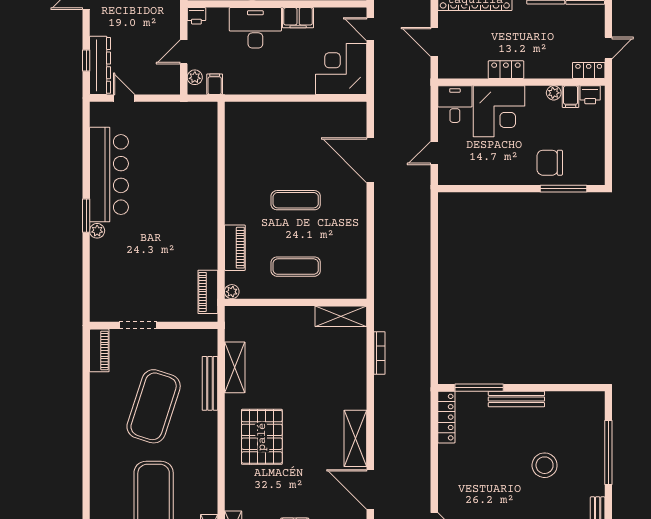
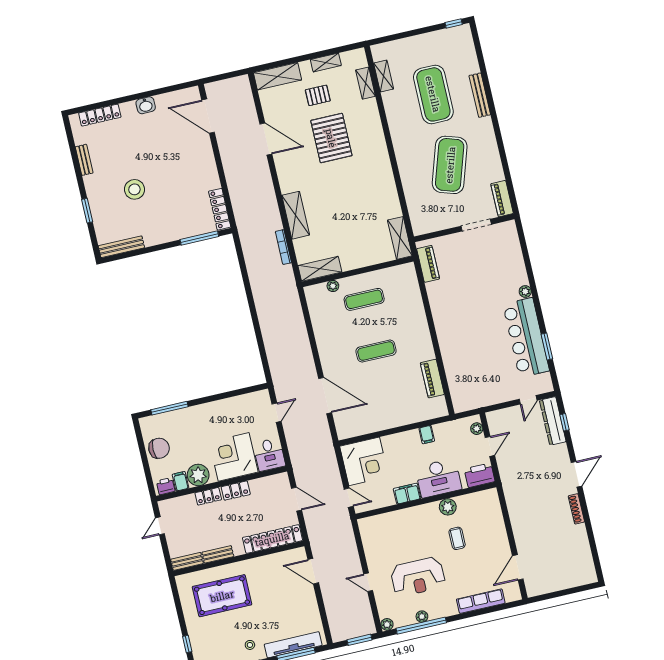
printer: (196, 16) -> (480, 475), width x1.87, depth x1.48
locker: (589, 70) -> (208, 496), moved
filing cabinet: (215, 84) -> (427, 435), moved
plant: (554, 93) -> (198, 475), width x1.87, depth x1.87
door: (124, 98) -> (528, 400), hinge flipped
chair: (550, 163) -> (159, 448), moved
window: (86, 216) -> (547, 346), moved
piano: (235, 248) -> (432, 379), moved
plant: (232, 292) -> (333, 286), moved
shelving: (235, 367) -> (400, 238), moved
bench: (210, 383) -> (480, 95), moved
bench: (516, 399) -> (121, 247), moved
pallet: (262, 437) -> (331, 138), moved
shelving: (355, 438) -> (296, 215), moved
window: (608, 453) -> (87, 211), width x0.47

